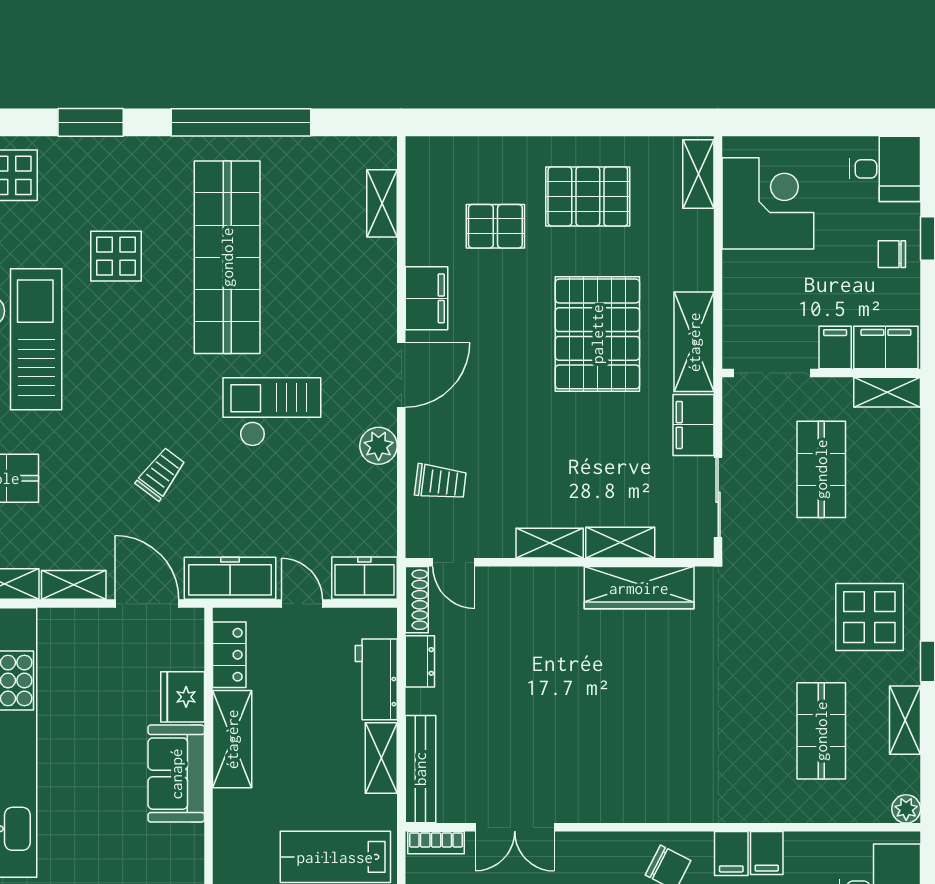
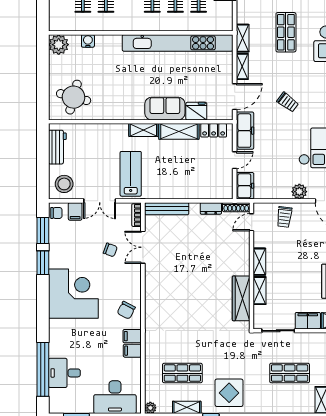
workbench: (376, 679) -> (203, 191), removed
shelving: (381, 758) -> (143, 130), moved

